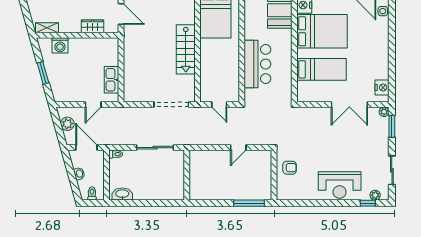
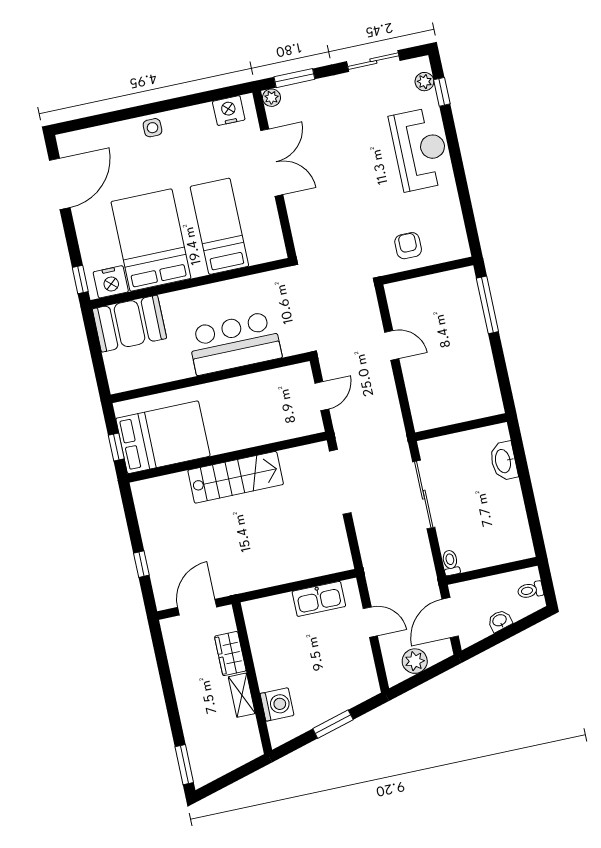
side table: (383, 11) -> (153, 128), moved
shelving: (47, 28) -> (242, 695), moved
washbasin: (122, 194) -> (504, 461), moved

